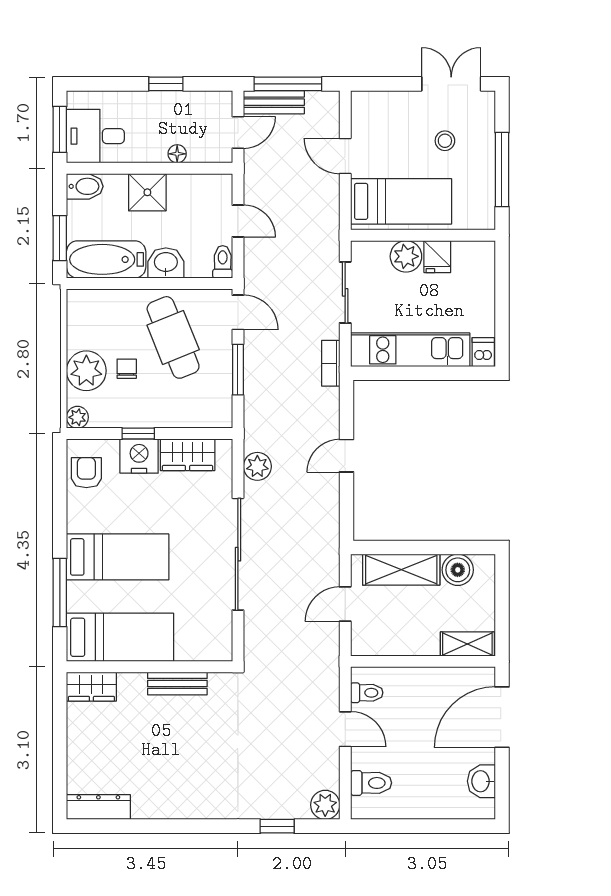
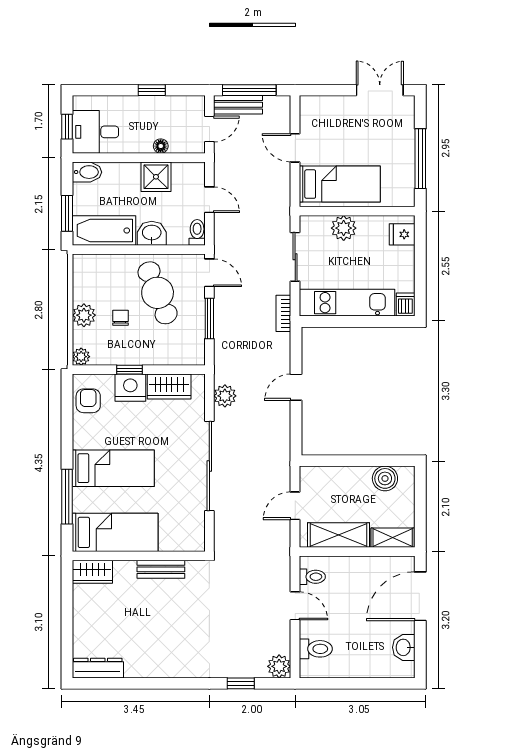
window: (60, 129) -> (67, 127), width x0.67
stool: (445, 141) -> (375, 136), removed
shower: (147, 192) -> (156, 177), moved
fridge: (437, 257) -> (402, 234), moved, turned 90
plant: (86, 371) -> (84, 315), width x0.73, depth x0.73
shelving: (401, 570) -> (339, 535), moved

